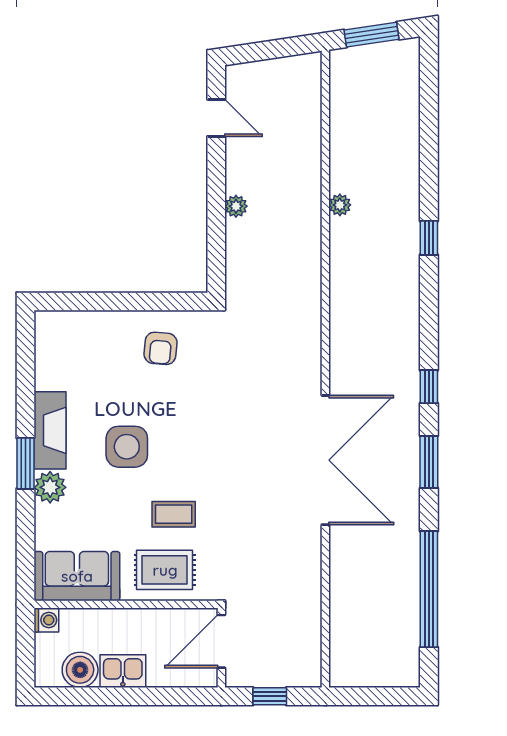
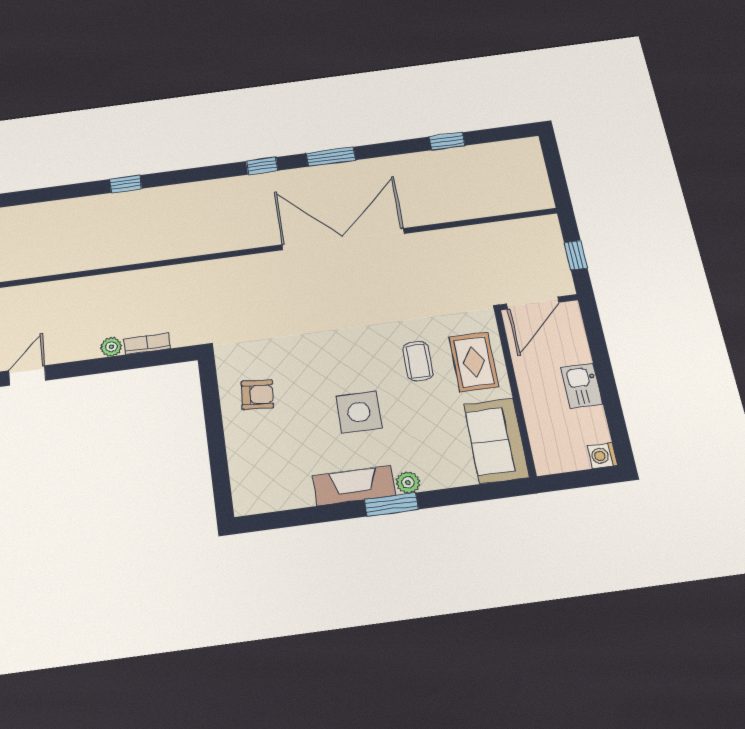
plant: (340, 205) -> (102, 259), removed
bookcase: (234, 243) -> (147, 344), added
plant: (50, 487) -> (408, 482), width x0.73, depth x0.73
window: (429, 589) -> (447, 141), width x0.32
washing machine: (46, 620) -> (602, 456), moved, turned -90
door: (221, 641) -> (533, 303), hinge flipped
boiler: (80, 670) -> (589, 425), removed

